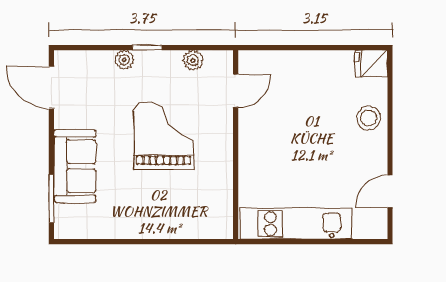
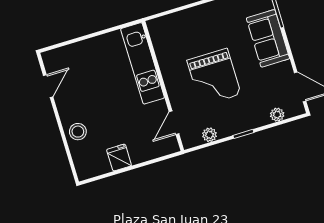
plant: (124, 60) -> (277, 115), moved
fridge: (371, 64) -> (119, 158), moved, turned -90
kitchen unit: (296, 224) -> (143, 63), moved, turned 90

